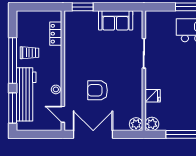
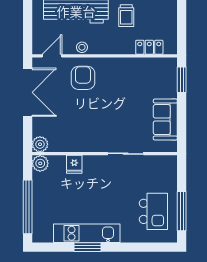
armchair: (98, 90) -> (83, 78), moved

